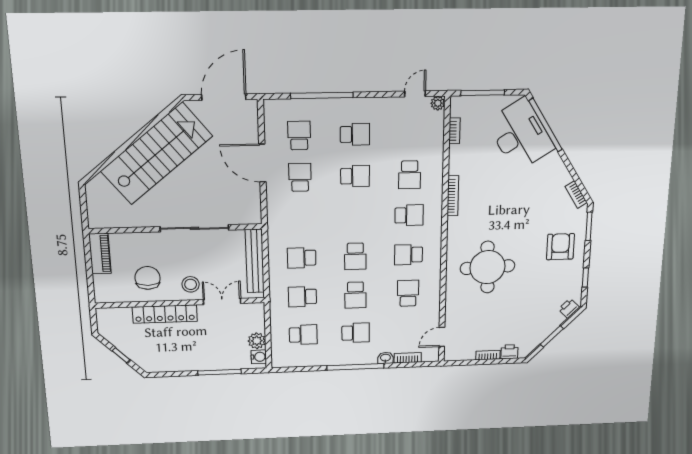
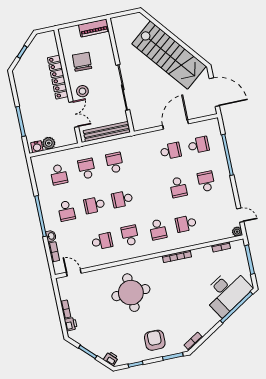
school desk: (355, 134) -> (206, 181), turned 180
armchair: (560, 247) -> (155, 340), turned -90
chair: (148, 278) -> (82, 62), turned -88

